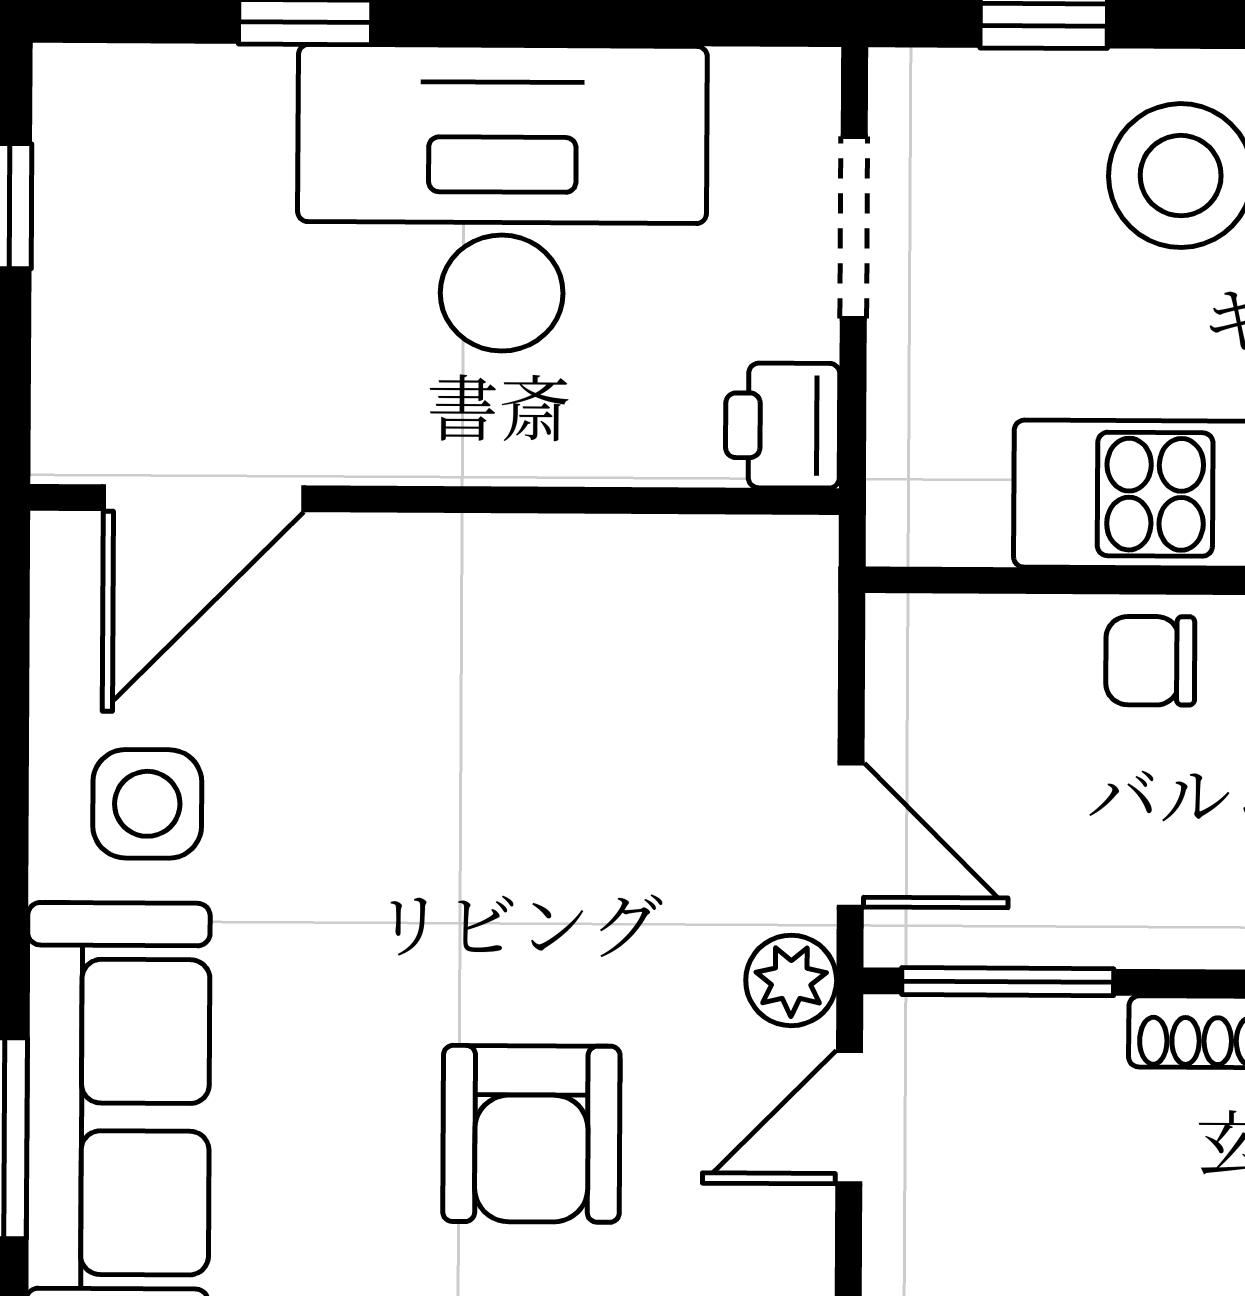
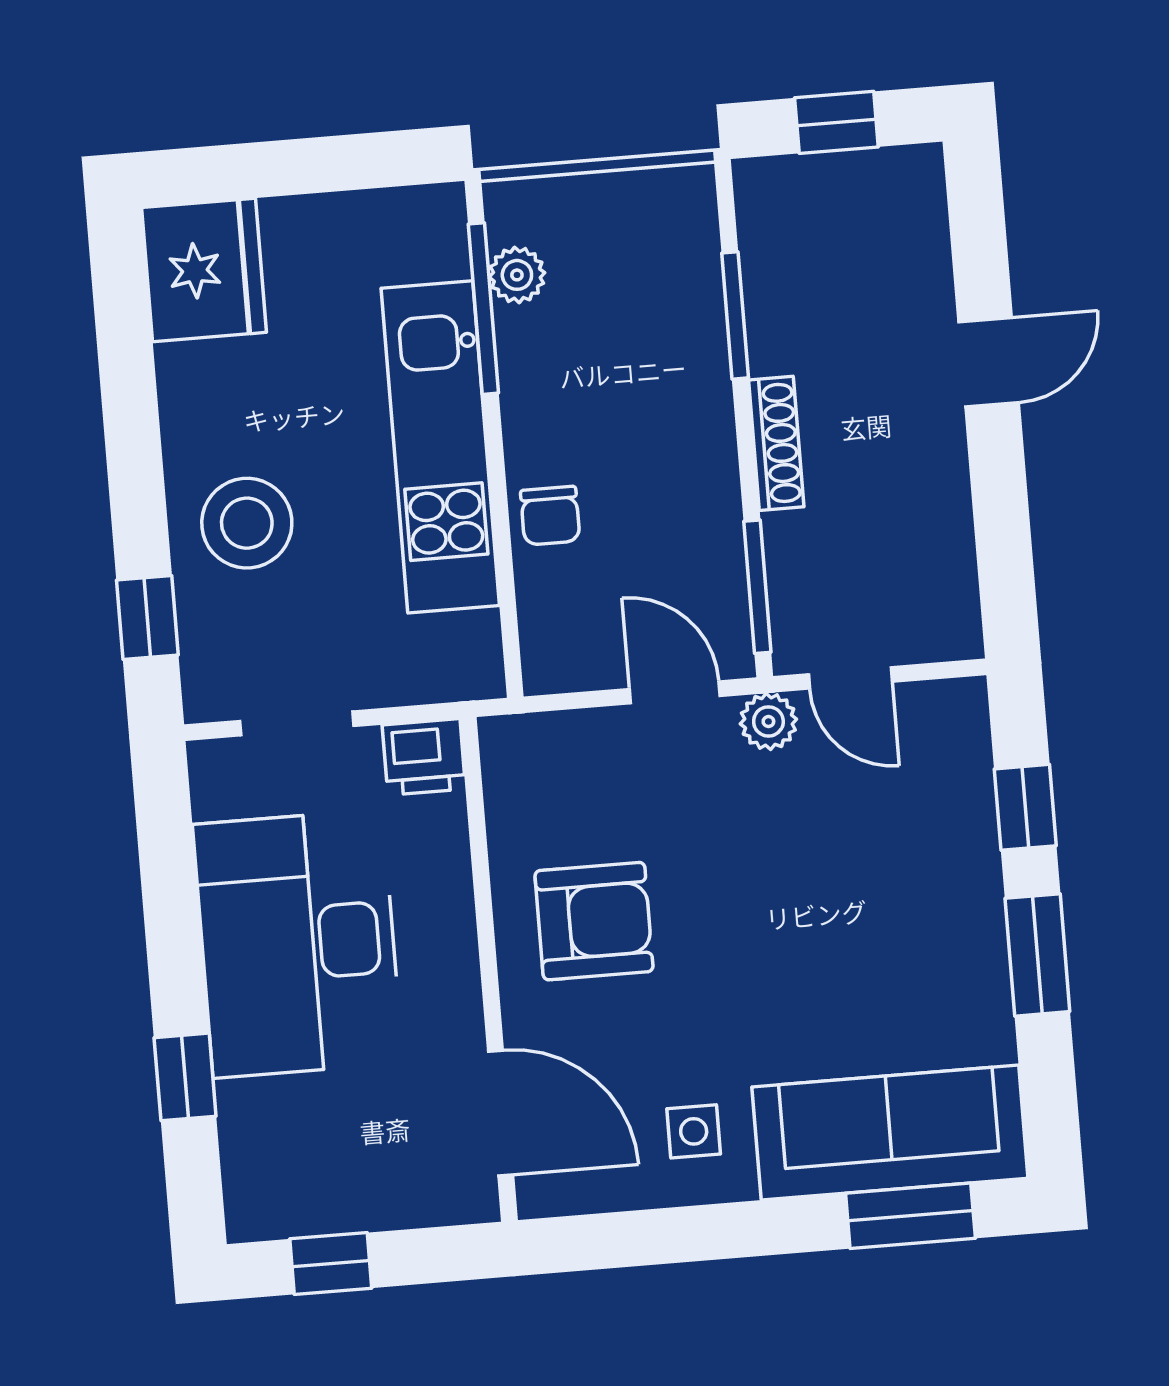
side table: (147, 804) -> (694, 1131), width x0.73, depth x0.73
door: (851, 835) -> (675, 692), hinge flipped
armchair: (531, 1134) -> (594, 921), moved

